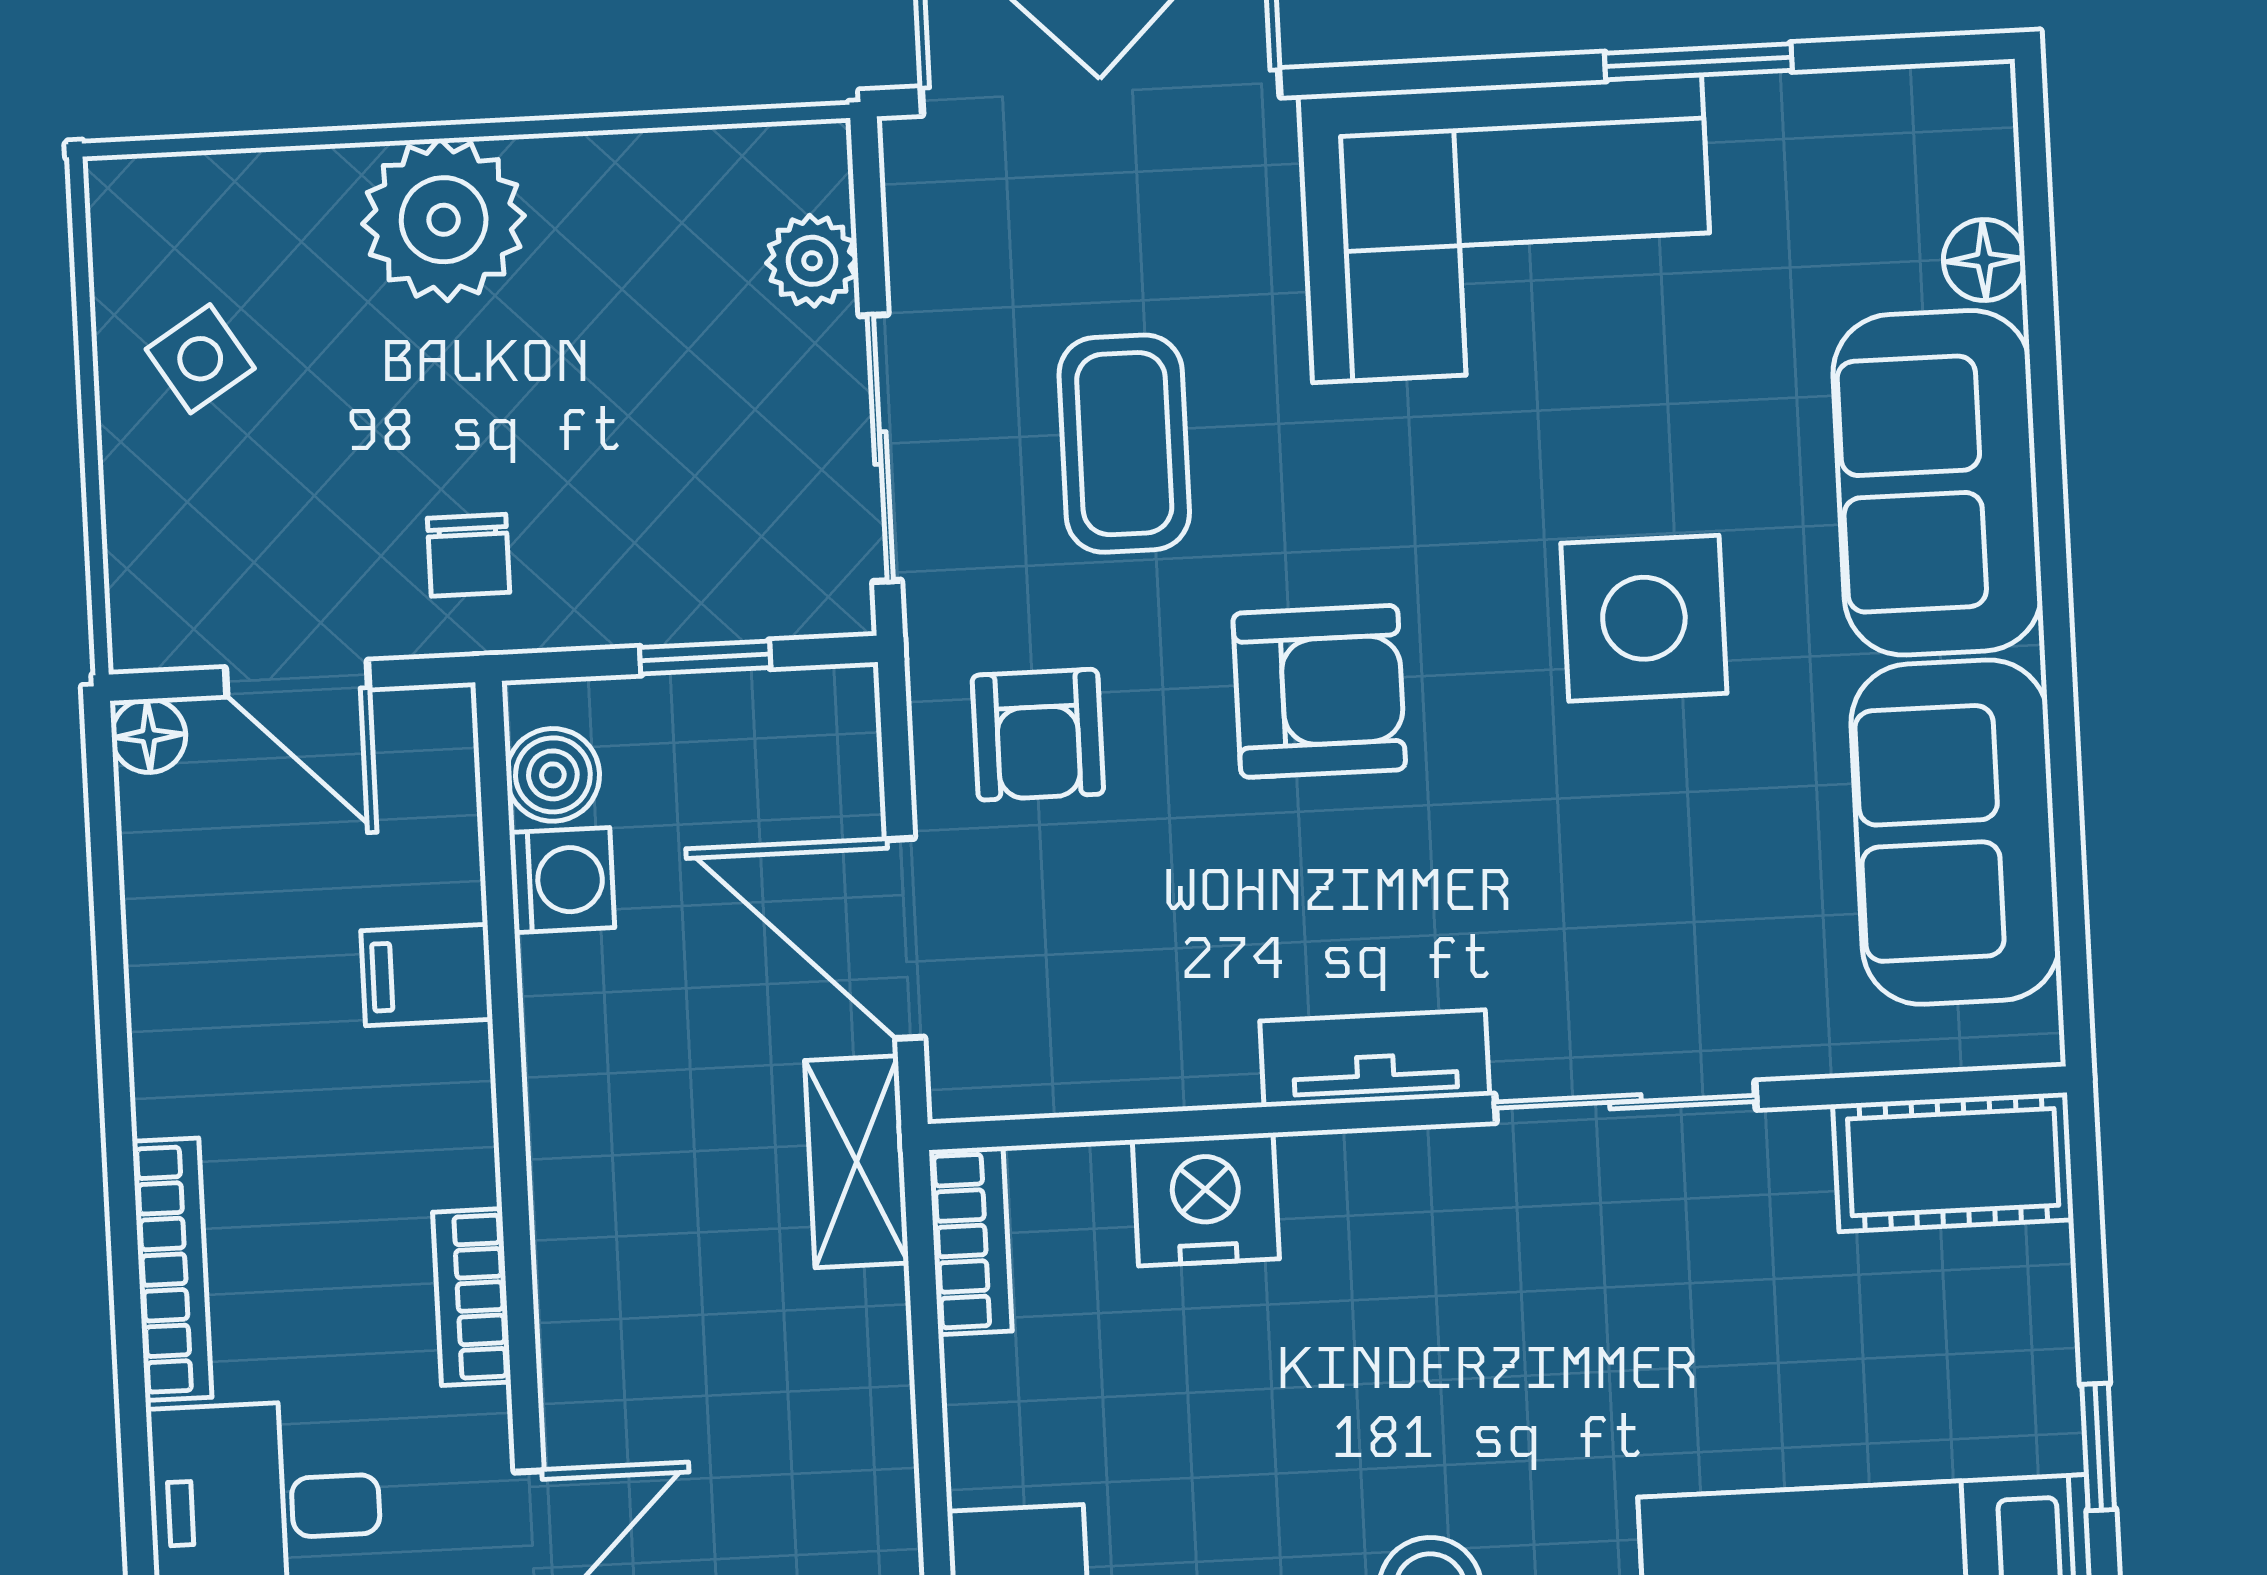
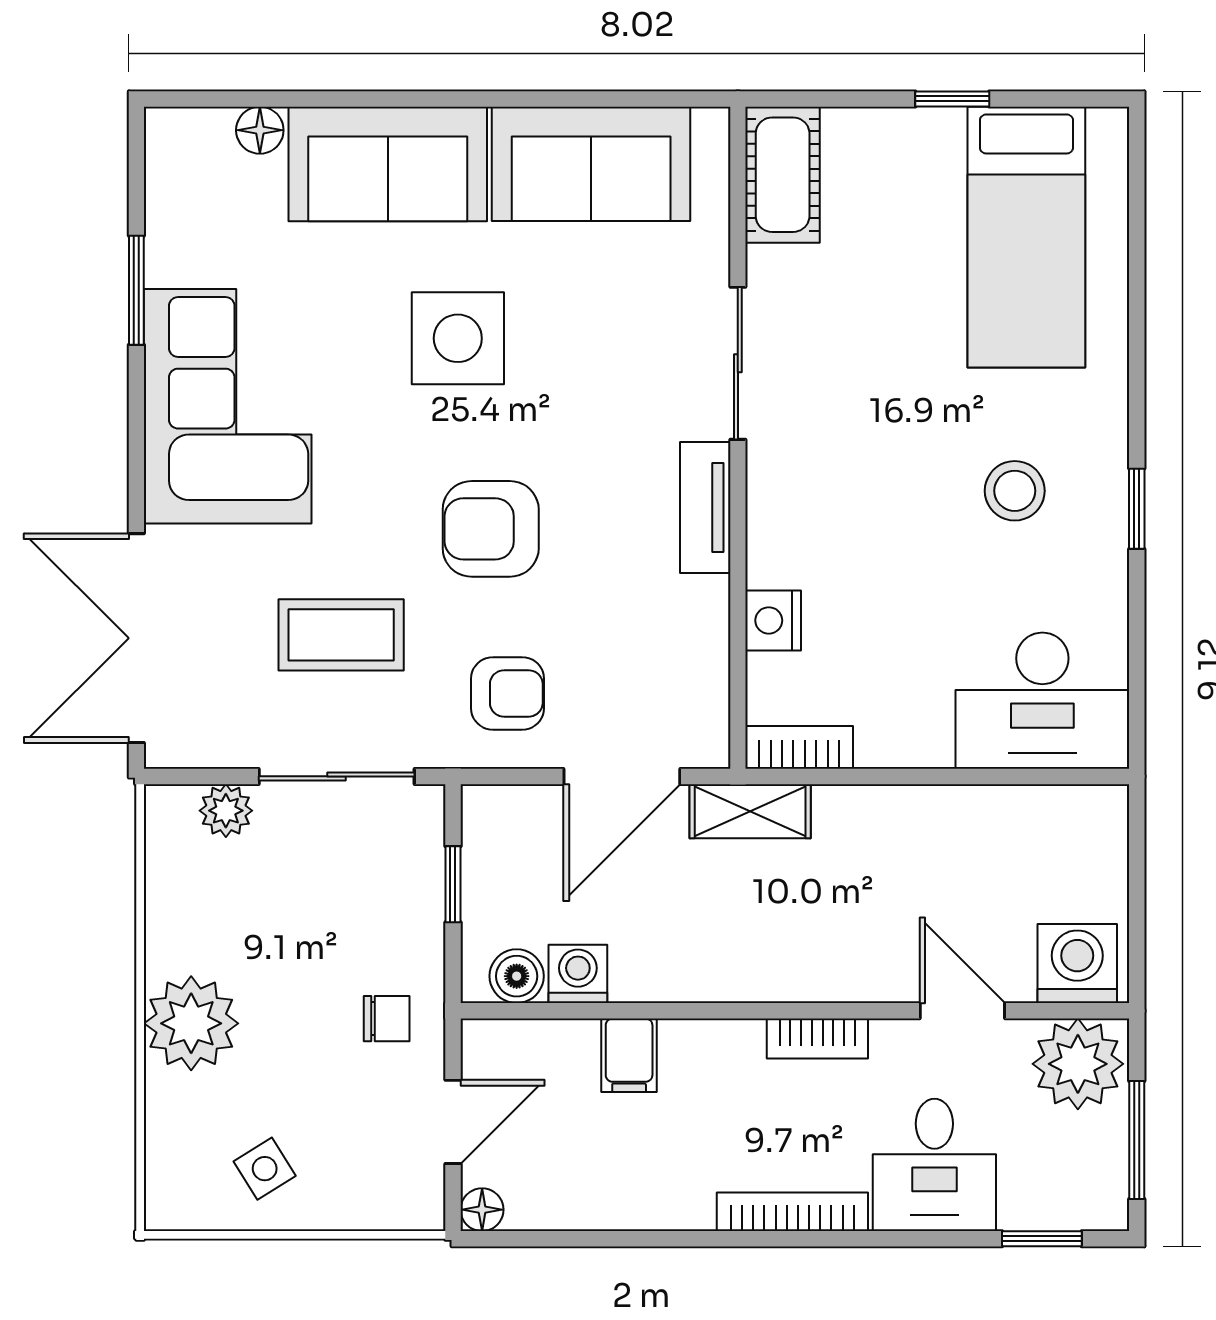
armchair: (1319, 691) -> (491, 529), turned -90
nightstand: (1206, 1199) -> (773, 620), width x0.74, depth x0.75

